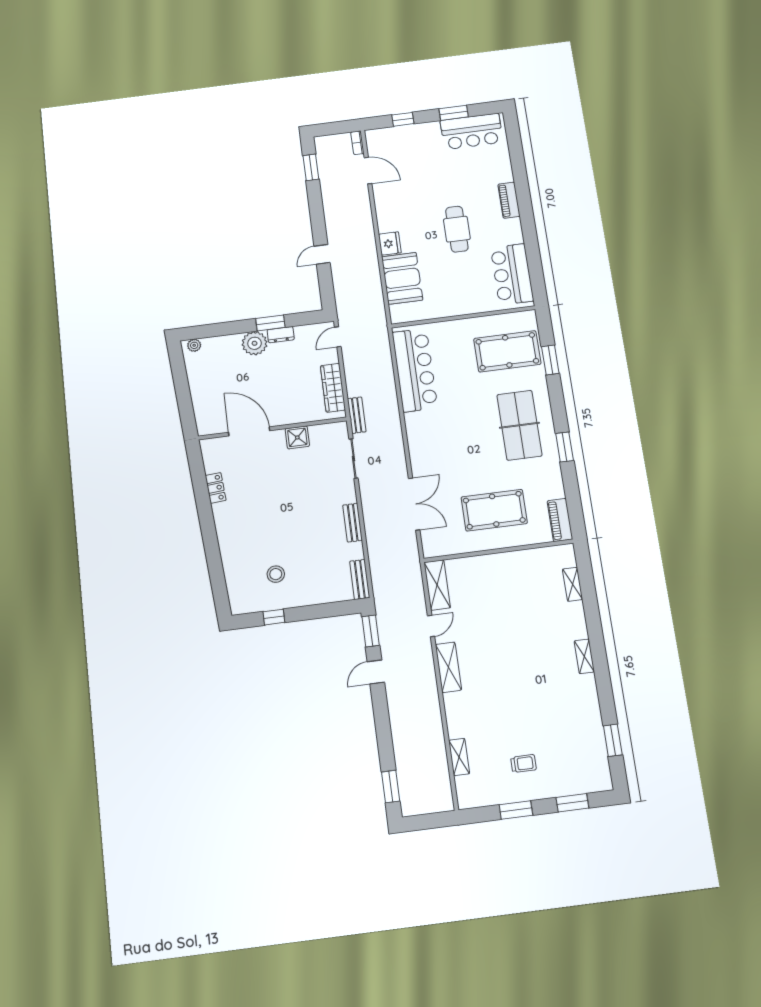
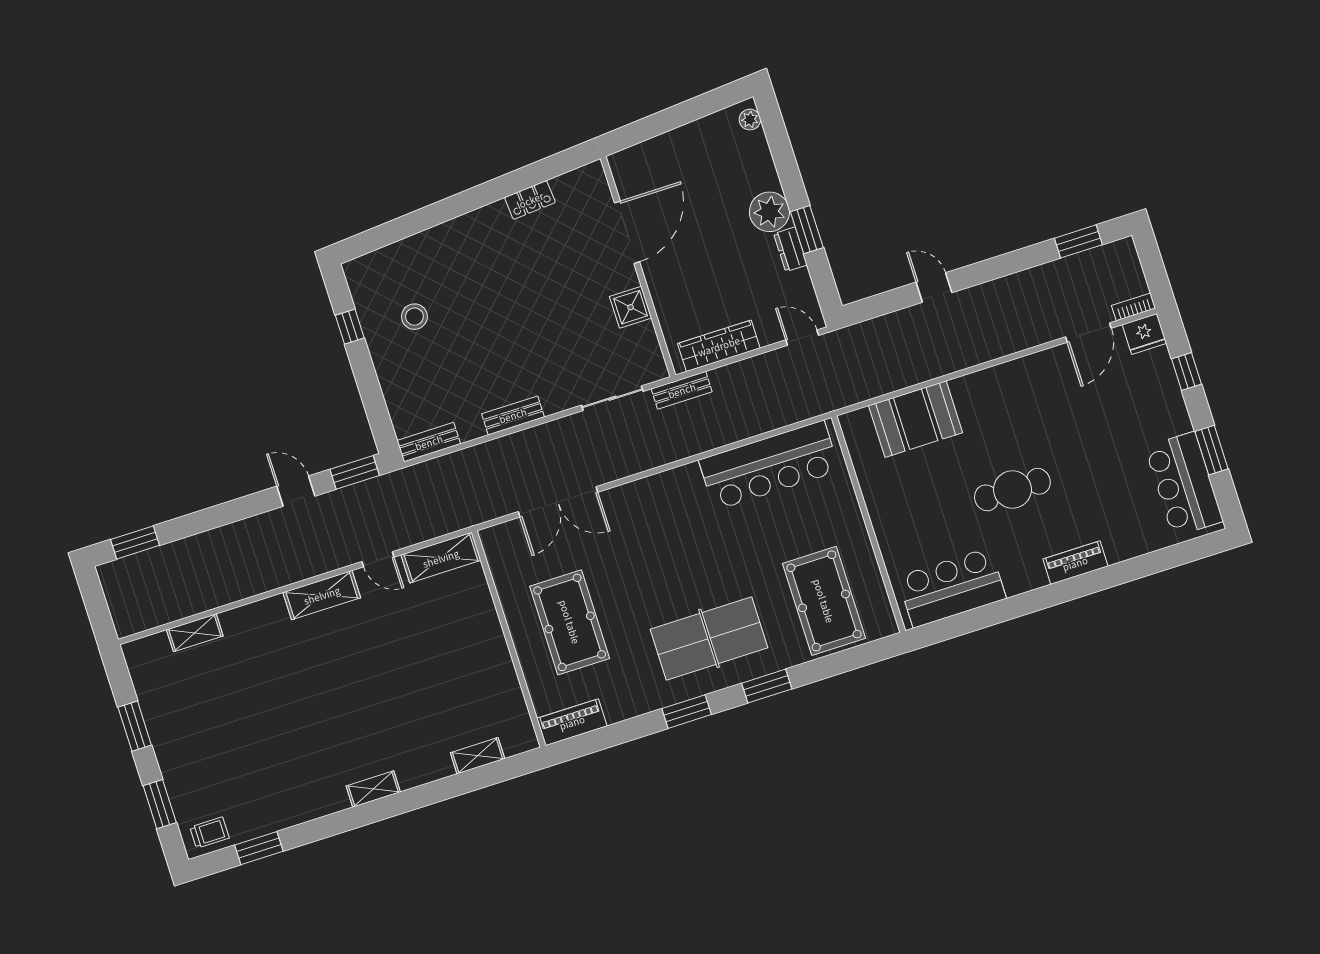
fridge: (390, 243) -> (1144, 334), moved
window: (550, 360) -> (767, 686), moved
trolley: (523, 764) -> (210, 833), moved, turned -90

